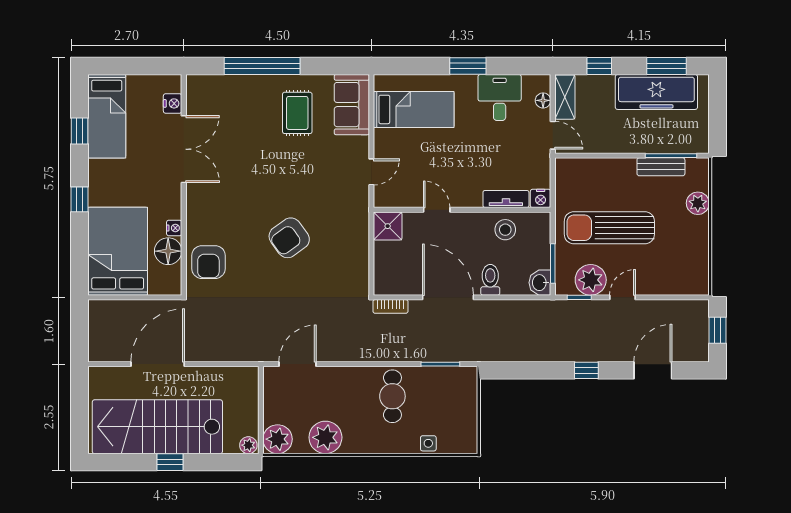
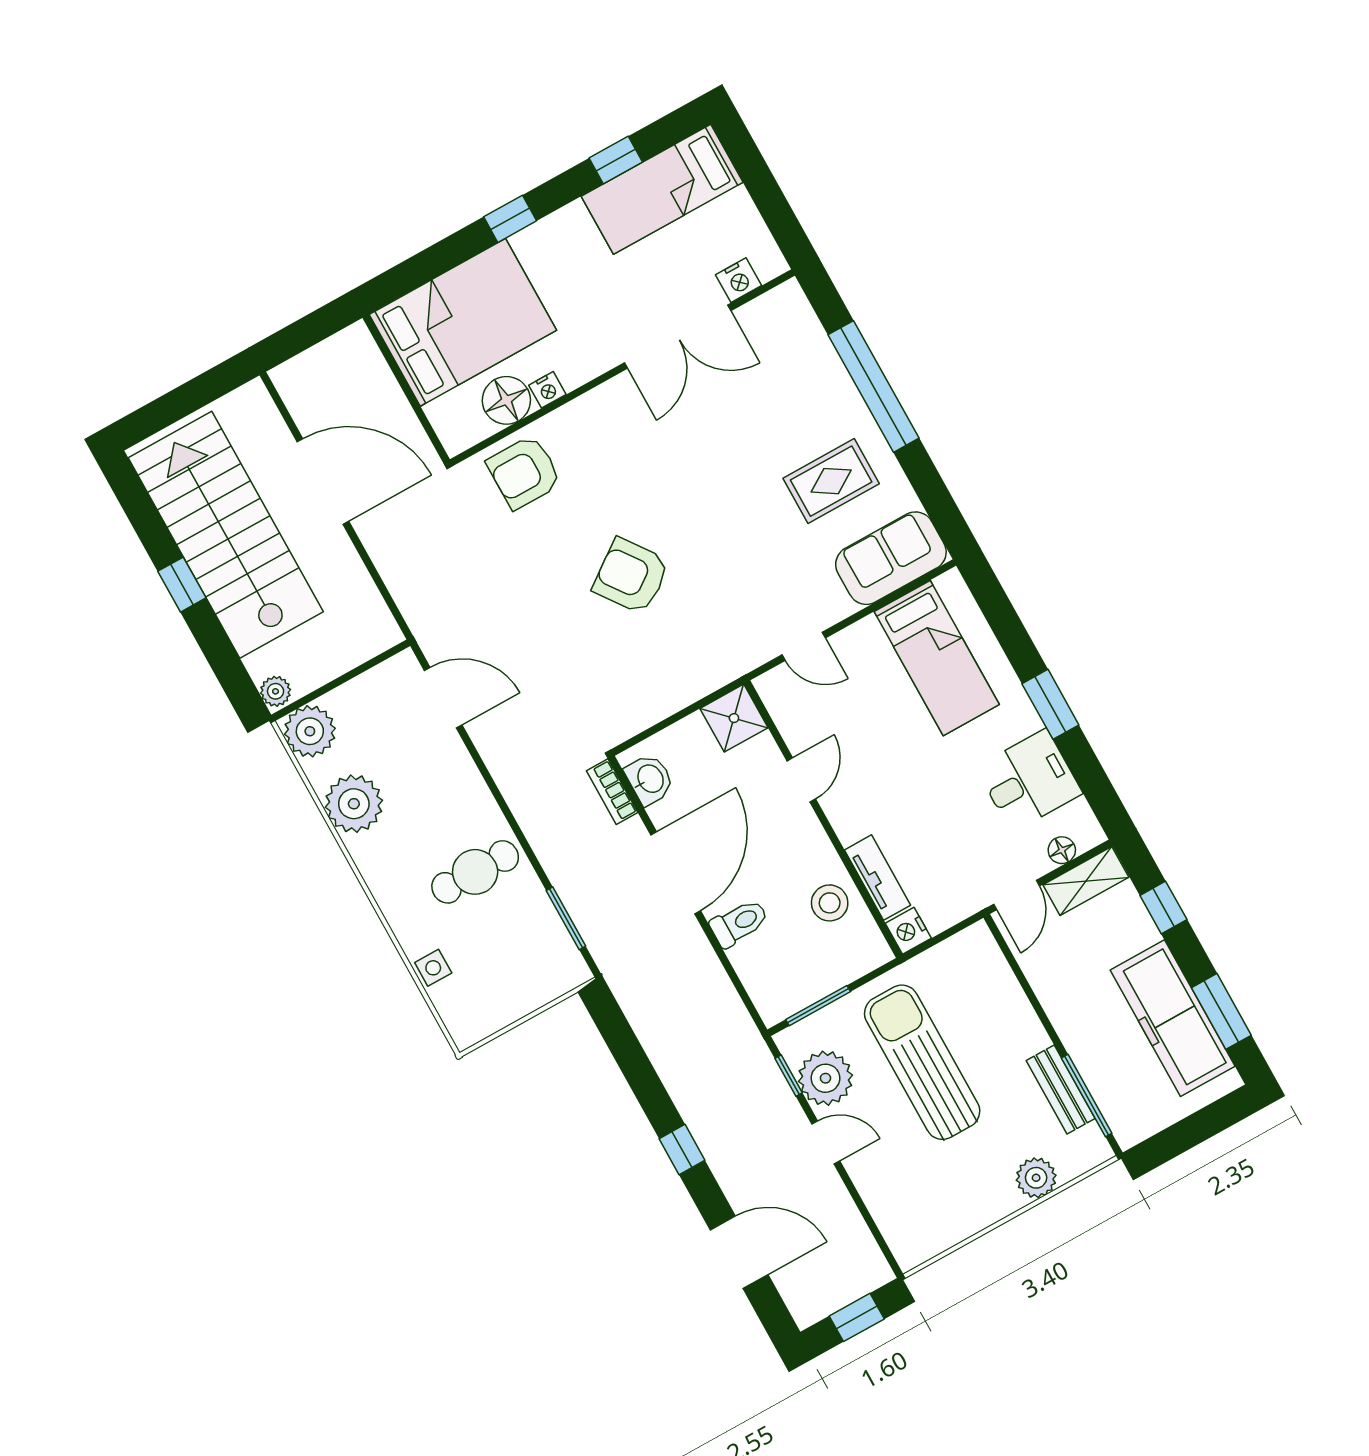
washbasin: (540, 283) -> (650, 779), moved, turned 90

